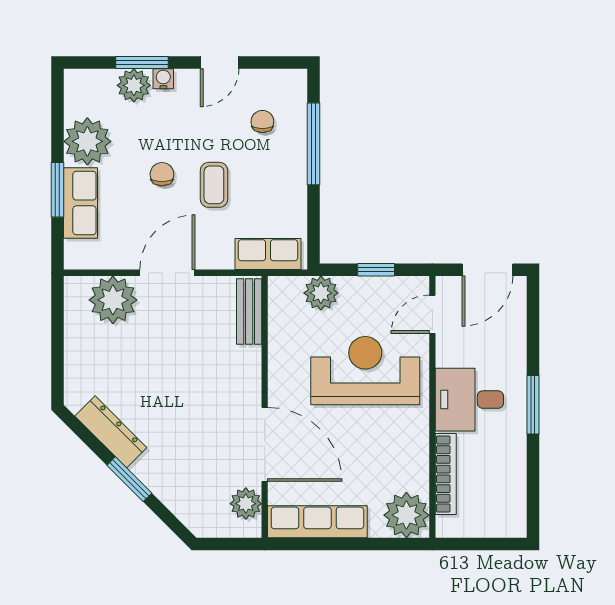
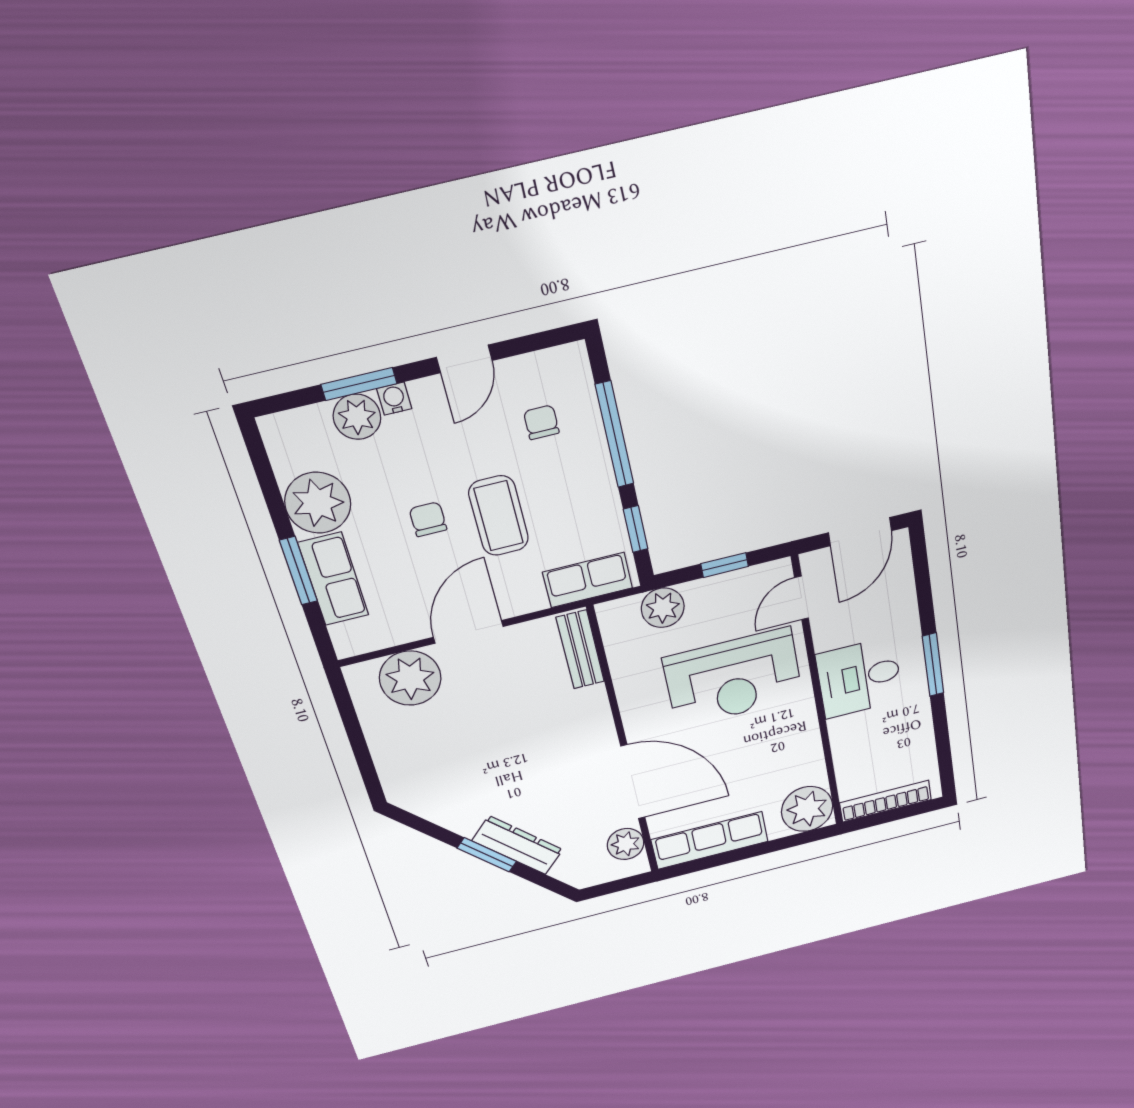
coffee table: (214, 185) -> (499, 516), width x1.36, depth x1.30
window: (313, 222) -> (636, 529), added
reception desk: (365, 371) -> (733, 678), turned 180
dresser: (111, 432) -> (518, 845), moved
bookcase: (446, 474) -> (886, 801), moved, turned -90

